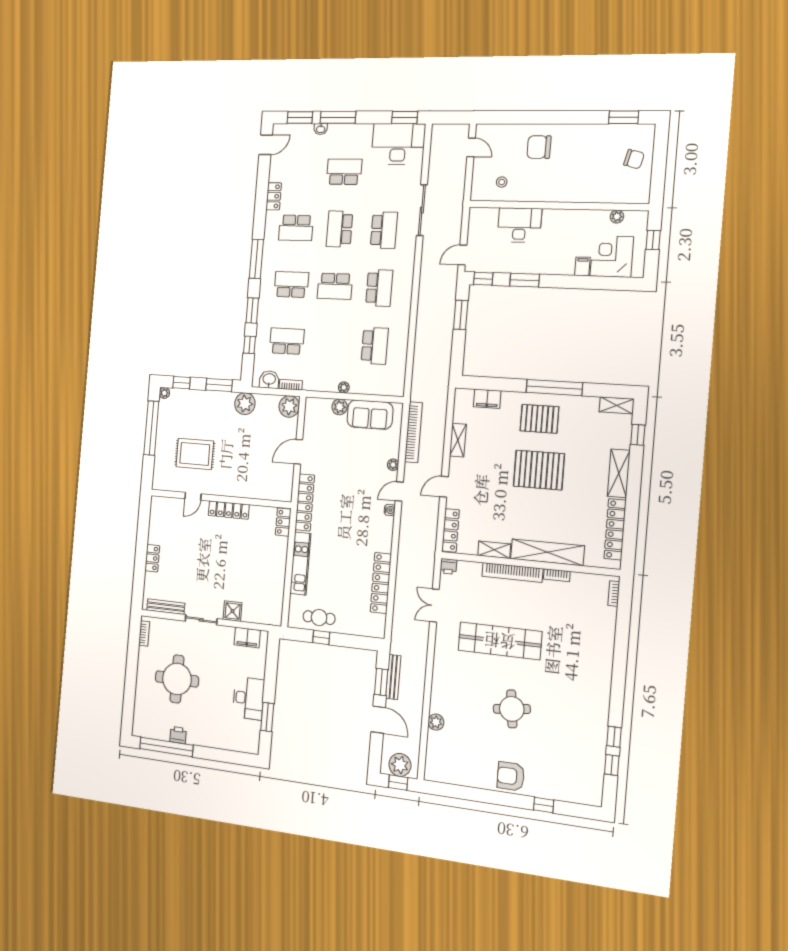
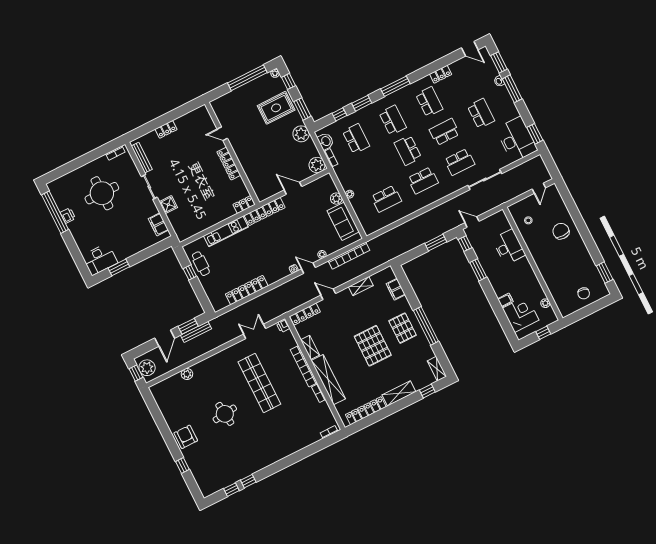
school desk: (296, 228) -> (429, 102), turned 180
rug: (195, 454) -> (276, 108), moved, turned 90
desk: (248, 698) -> (100, 259), moved

